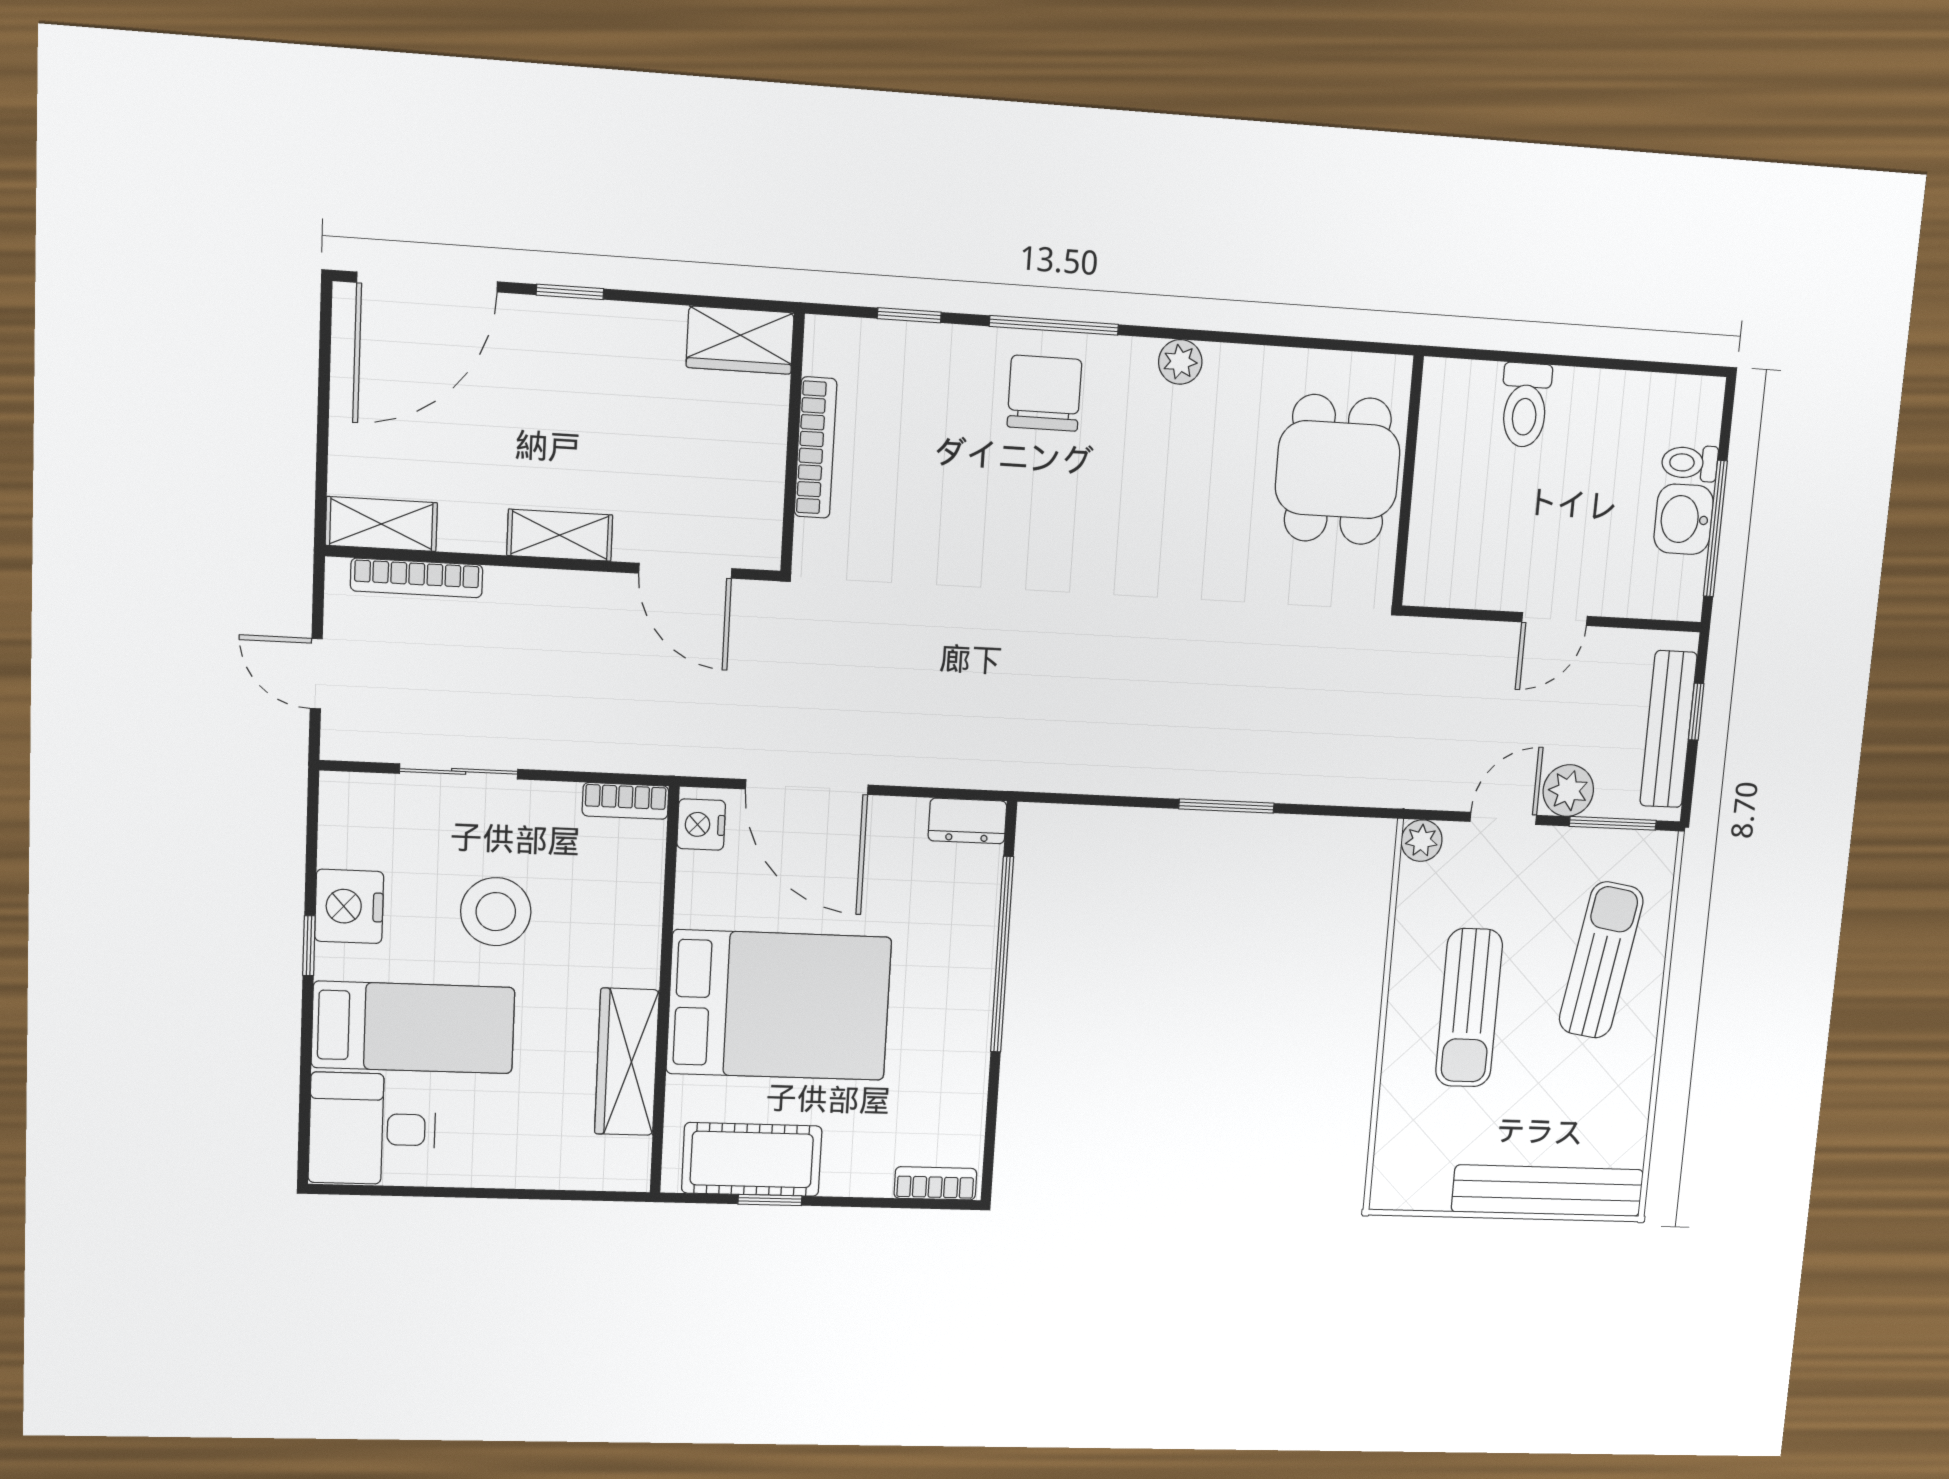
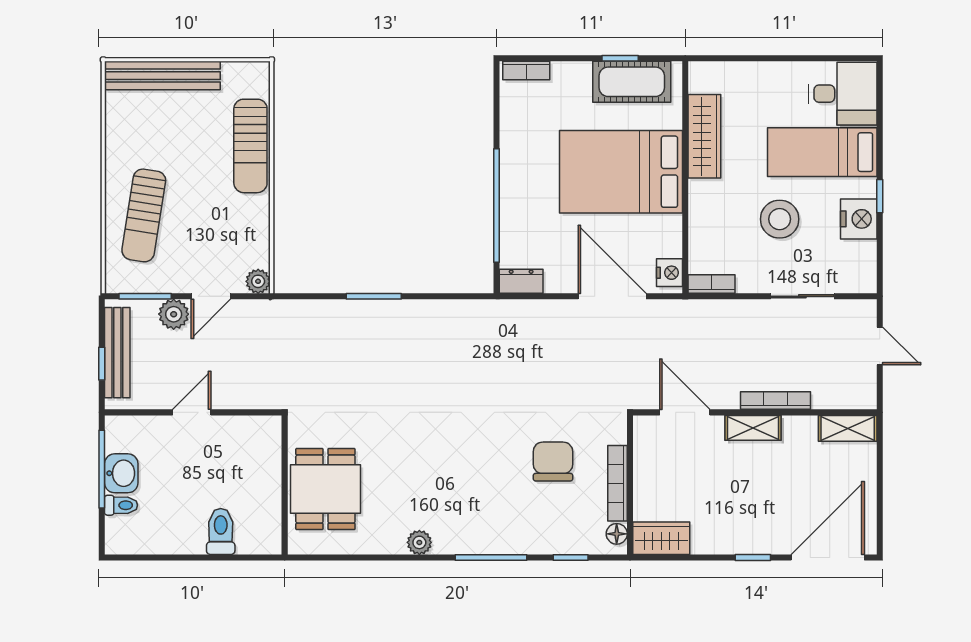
floor lamp: (822, 354) -> (617, 534), added
chair: (1044, 393) -> (553, 461), moved, turned 180
bookcase: (417, 578) -> (776, 401), moved
sun lounger: (1469, 1008) -> (250, 146), moved, turned 180

